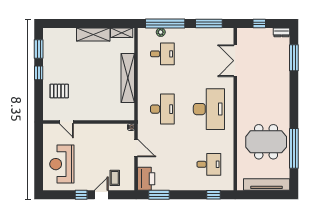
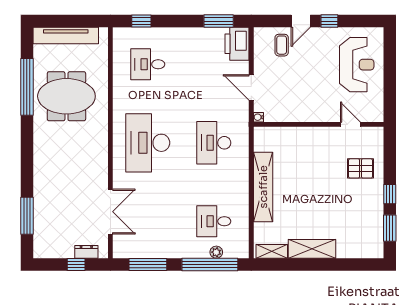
dresser: (282, 32) -> (86, 252), moved

